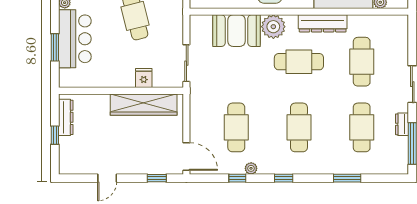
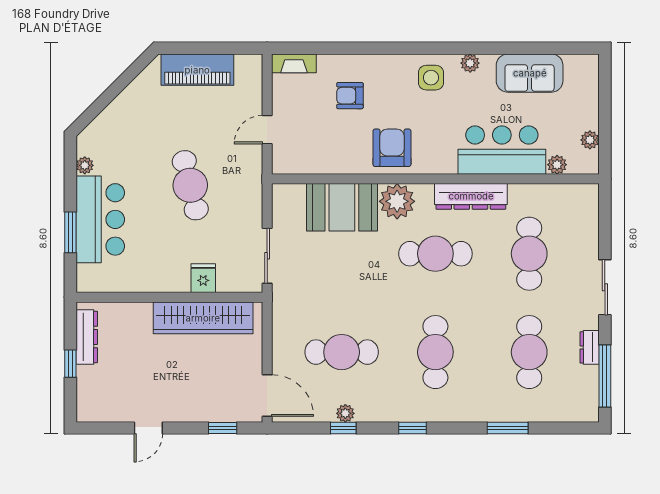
cafe table: (236, 127) -> (342, 352), turned 90
plant: (251, 168) -> (345, 413), moved

